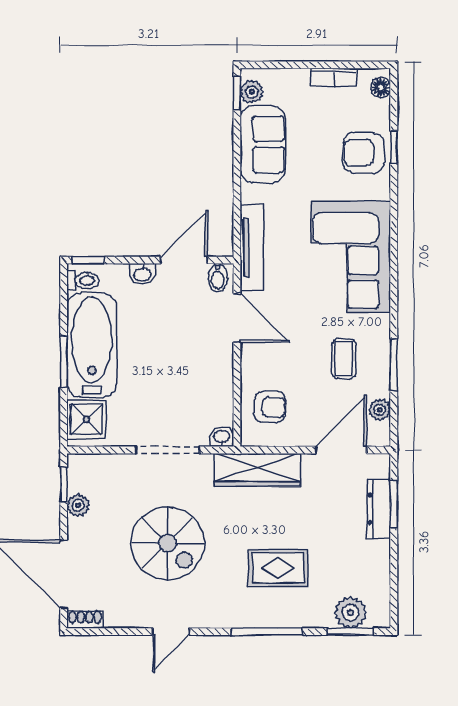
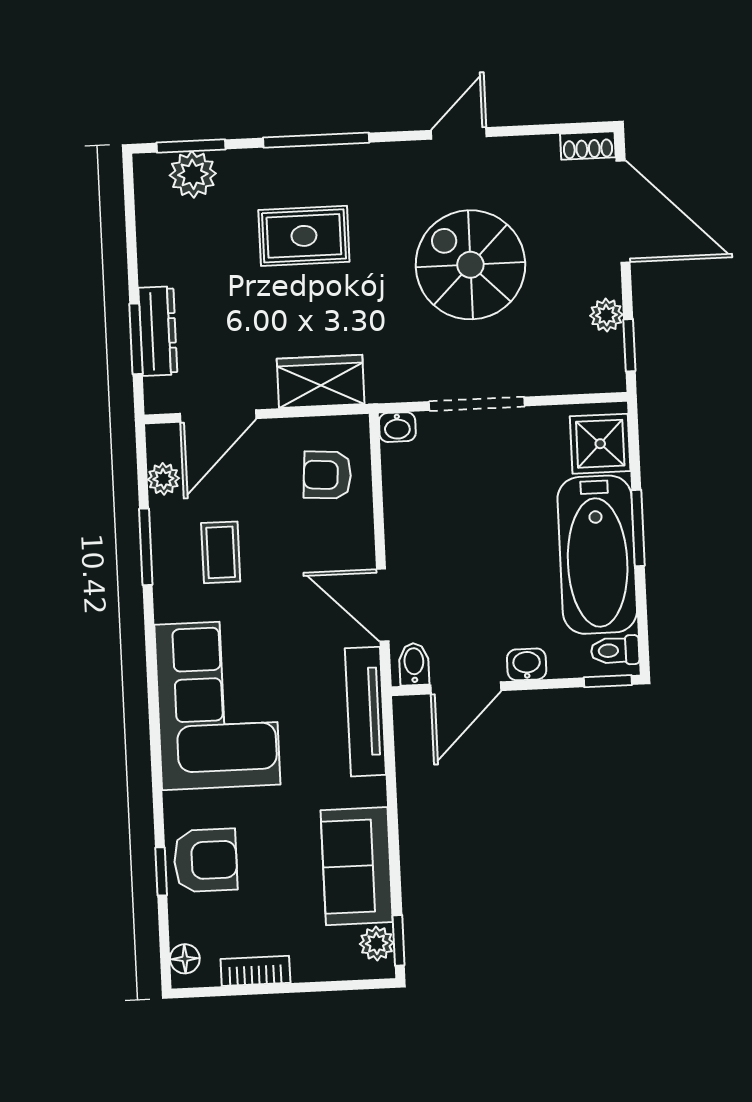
wardrobe: (257, 470) -> (321, 381), width x0.67

